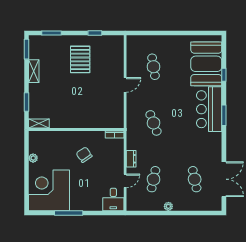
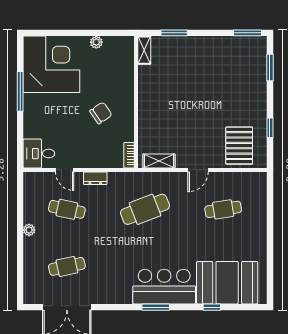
pallet: (80, 59) -> (239, 146), moved, turned 90
shelving: (34, 71) -> (159, 161), moved
door: (125, 85) -> (198, 170), hinge flipped
cafe table: (154, 123) -> (145, 209), width x1.37, depth x1.35

